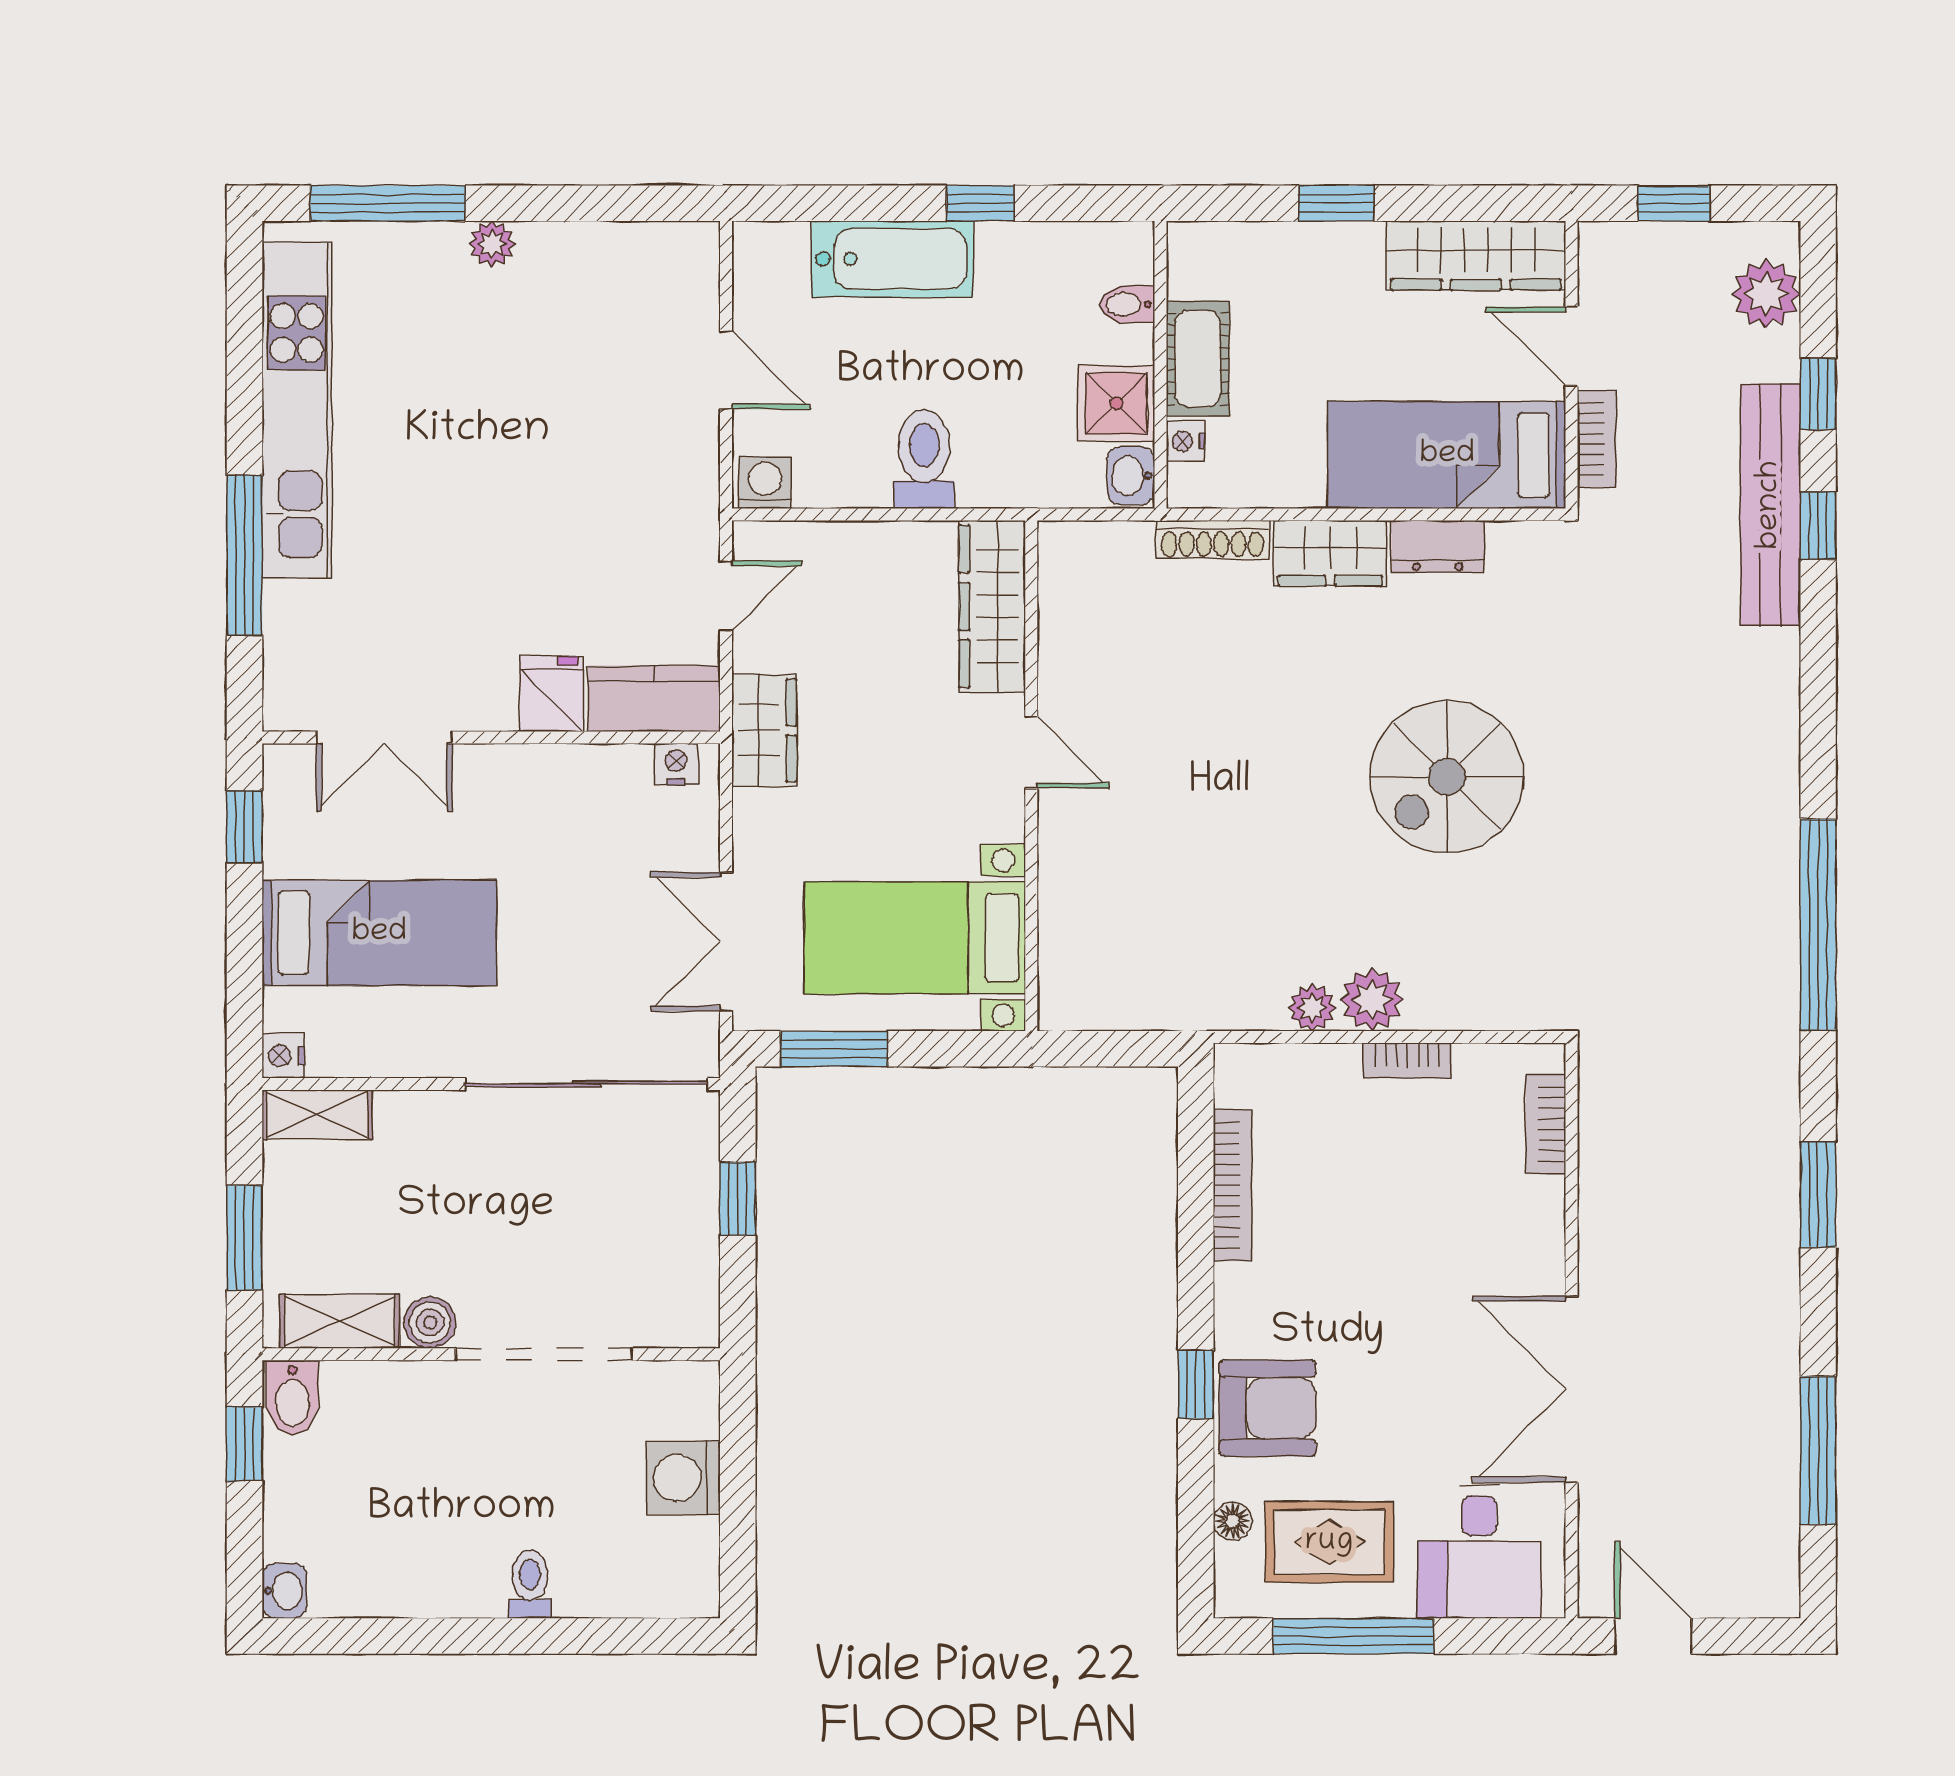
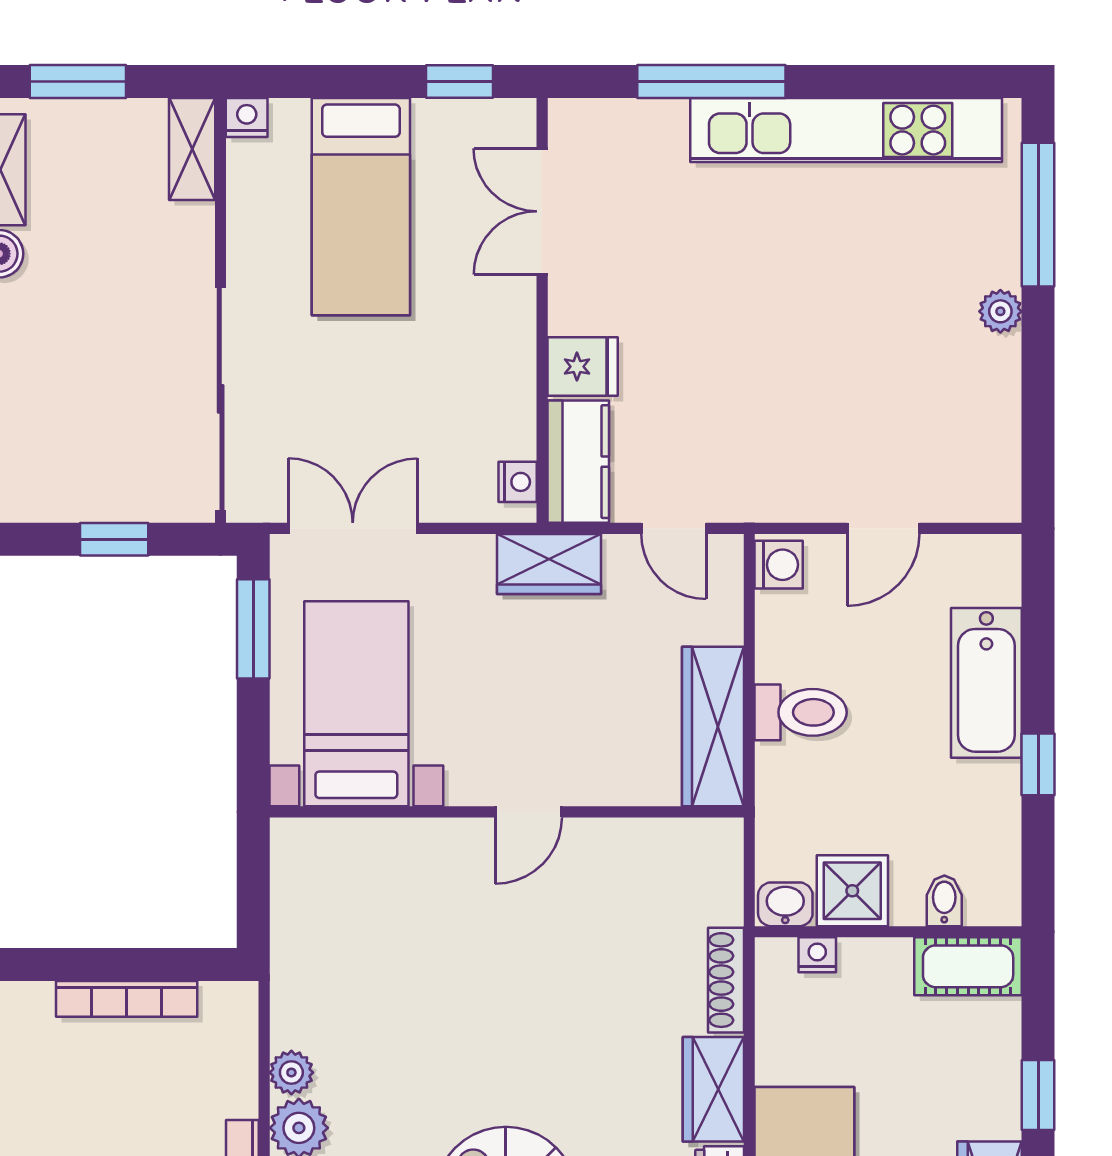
cot: (1198, 359) -> (968, 966), moved
wardrobe: (992, 606) -> (713, 727), moved, turned -90

